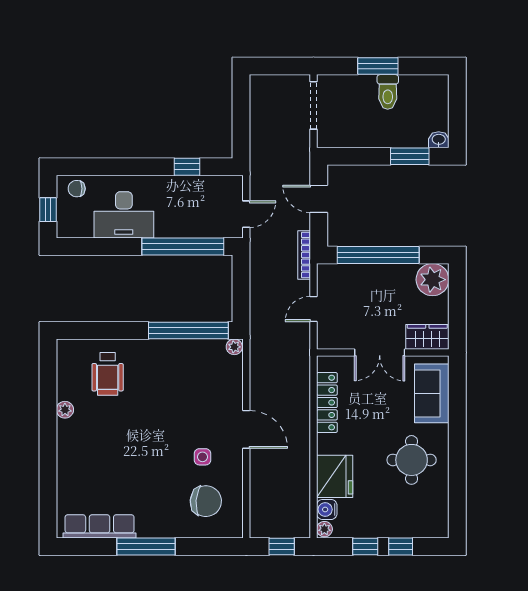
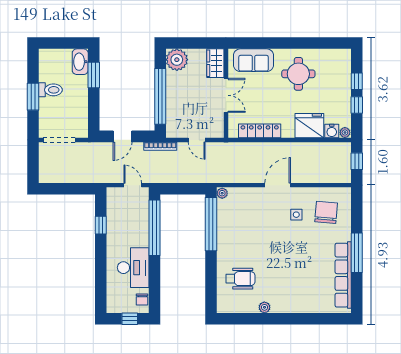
washbasin: (439, 140) -> (80, 62), width x1.91, depth x1.45
chair: (77, 189) -> (142, 300), moved
row of seats: (100, 526) -> (343, 275), width x1.36

